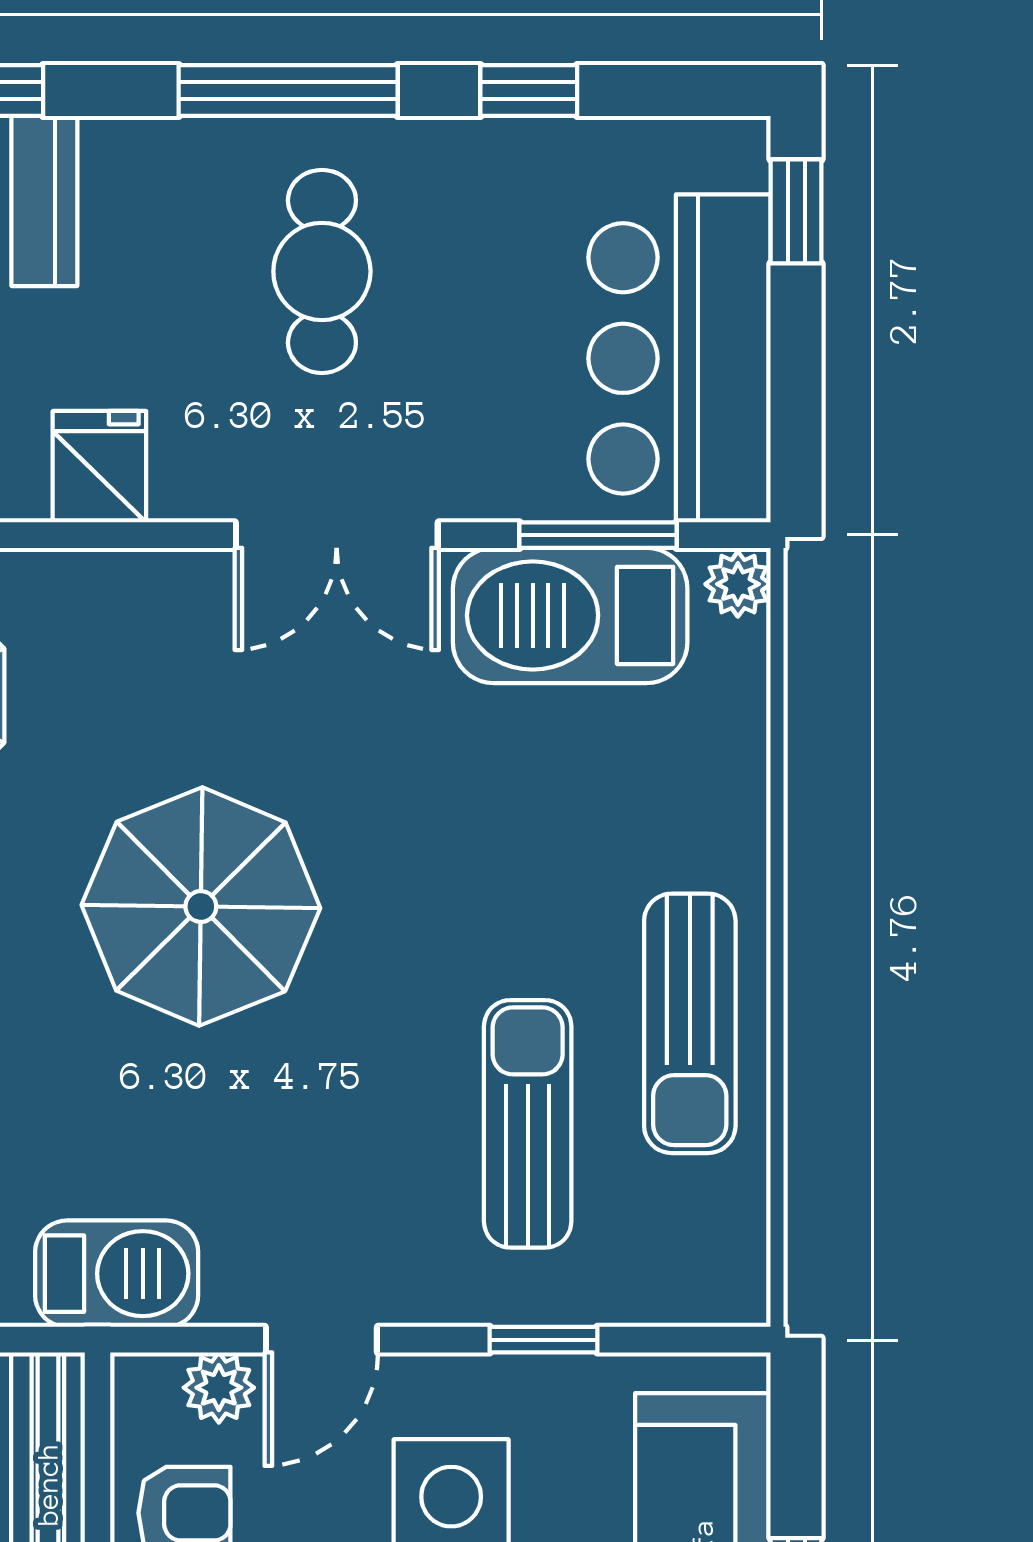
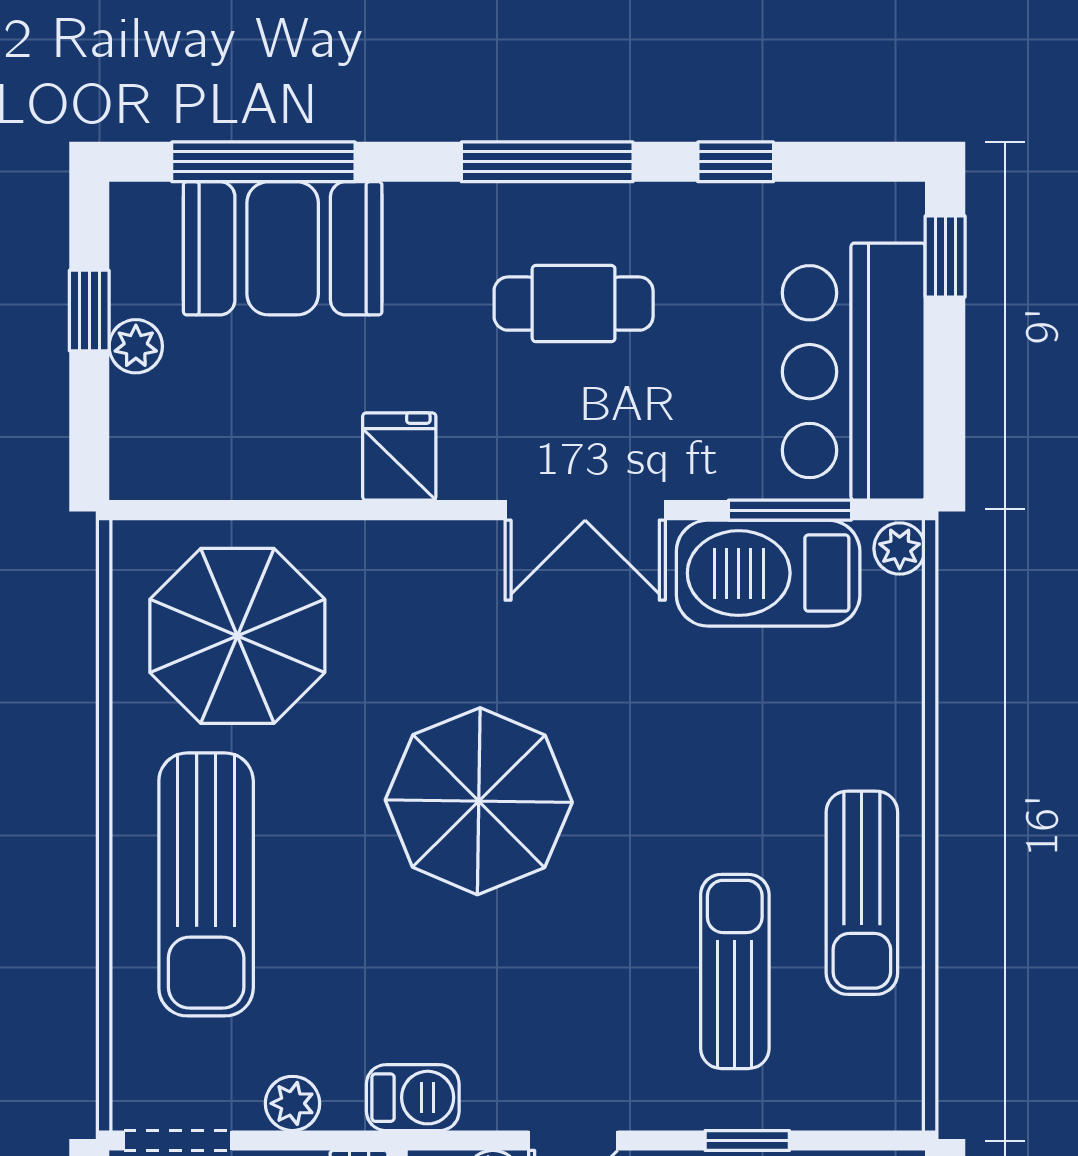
cafe table: (322, 271) -> (574, 304), turned 90
barbecue: (117, 1274) -> (413, 1098), width x0.73, depth x0.79

